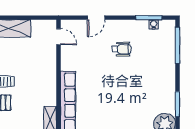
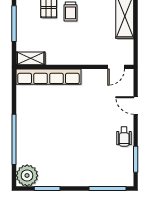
water cooler: (154, 24) -> (129, 164), removed
wheelchair: (121, 49) -> (124, 137), moved

